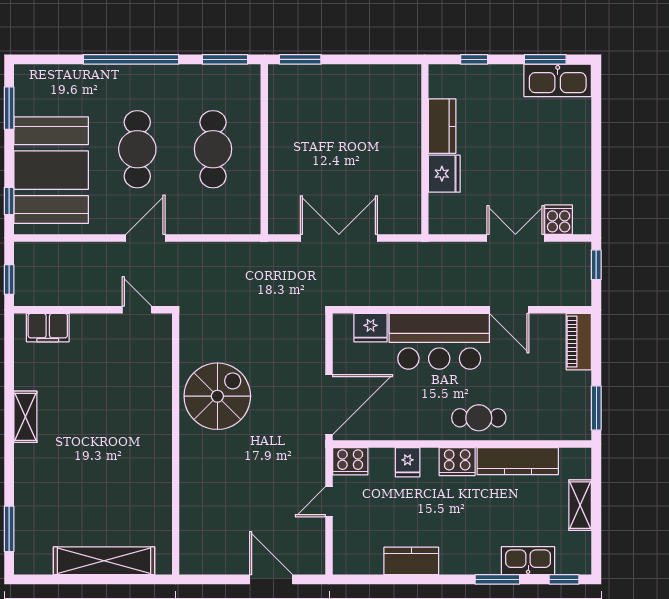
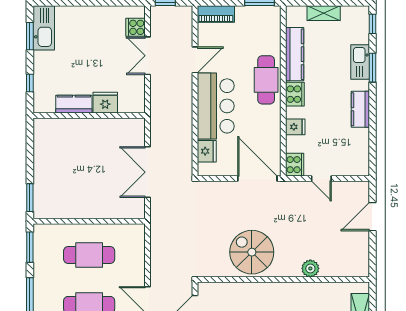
cafe table: (479, 418) -> (266, 80), width x1.37, depth x1.35
plant: (193, 485) -> (310, 268), added
kitchen counter: (411, 561) -> (360, 109), moved
kitchen sink: (528, 561) -> (360, 62), moved

